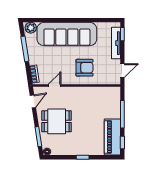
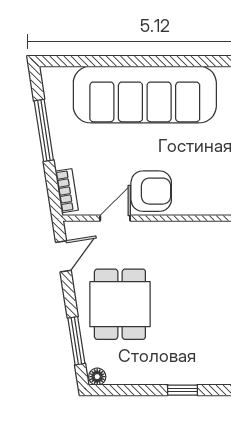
plant: (31, 28) -> (58, 79), removed
armchair: (84, 68) -> (151, 191), moved
dining table: (57, 121) -> (120, 304), turned 90

